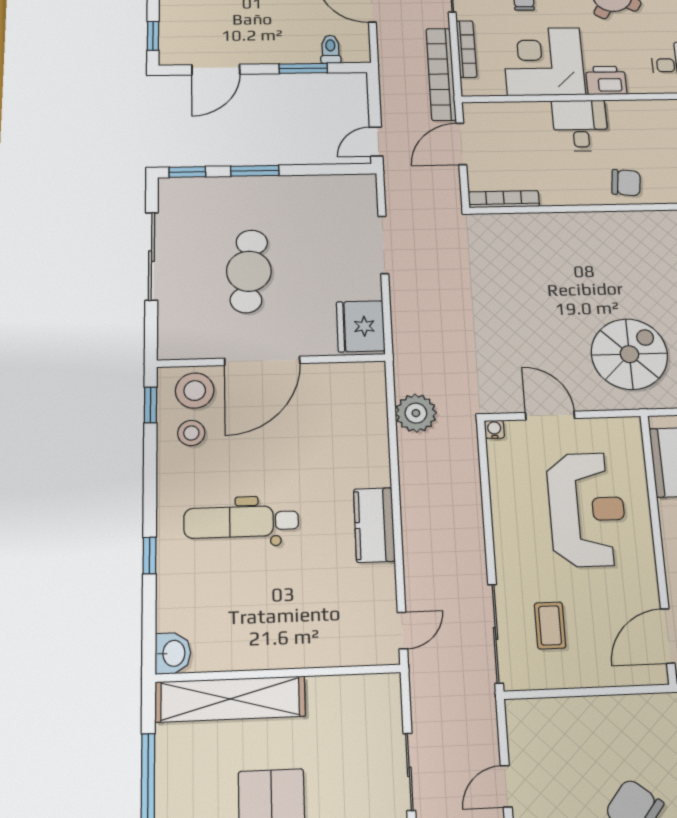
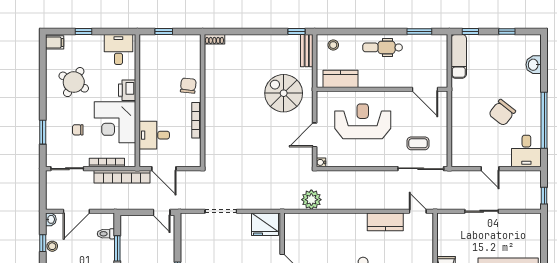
desk: (580, 126) -> (154, 135), moved
bookcase: (504, 199) -> (196, 120), moved
kitchen counter: (374, 525) -> (385, 222), moved

